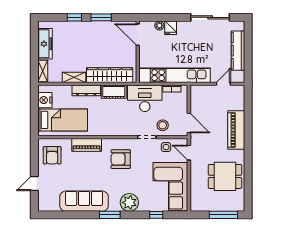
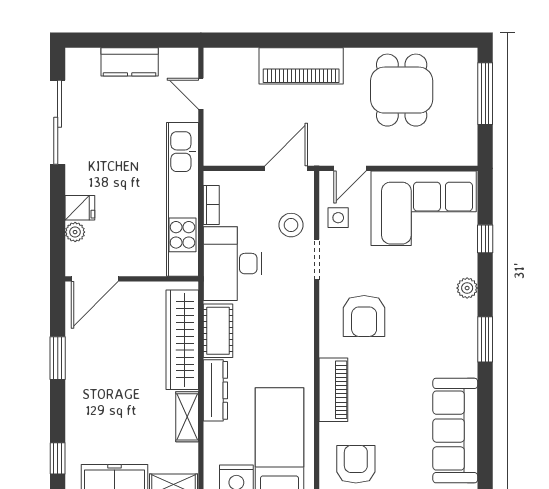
window: (74, 17) -> (58, 458), moved
kitchen counter: (238, 51) -> (130, 62), width x0.67
armchair: (52, 155) -> (356, 464), turned -90
sofa: (84, 201) -> (455, 431), moved
plant: (129, 202) -> (467, 288), width x0.53, depth x0.53

